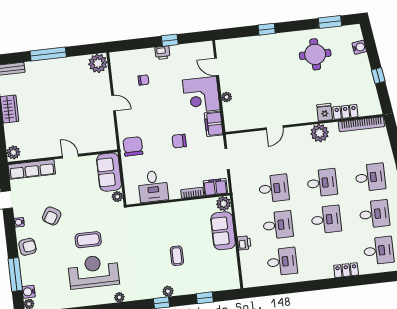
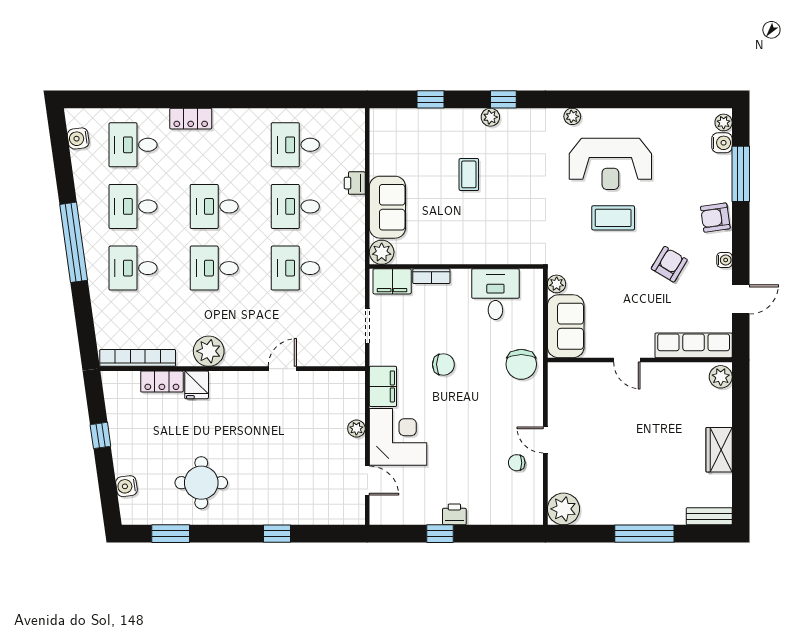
chair: (143, 80) -> (517, 463), moved

